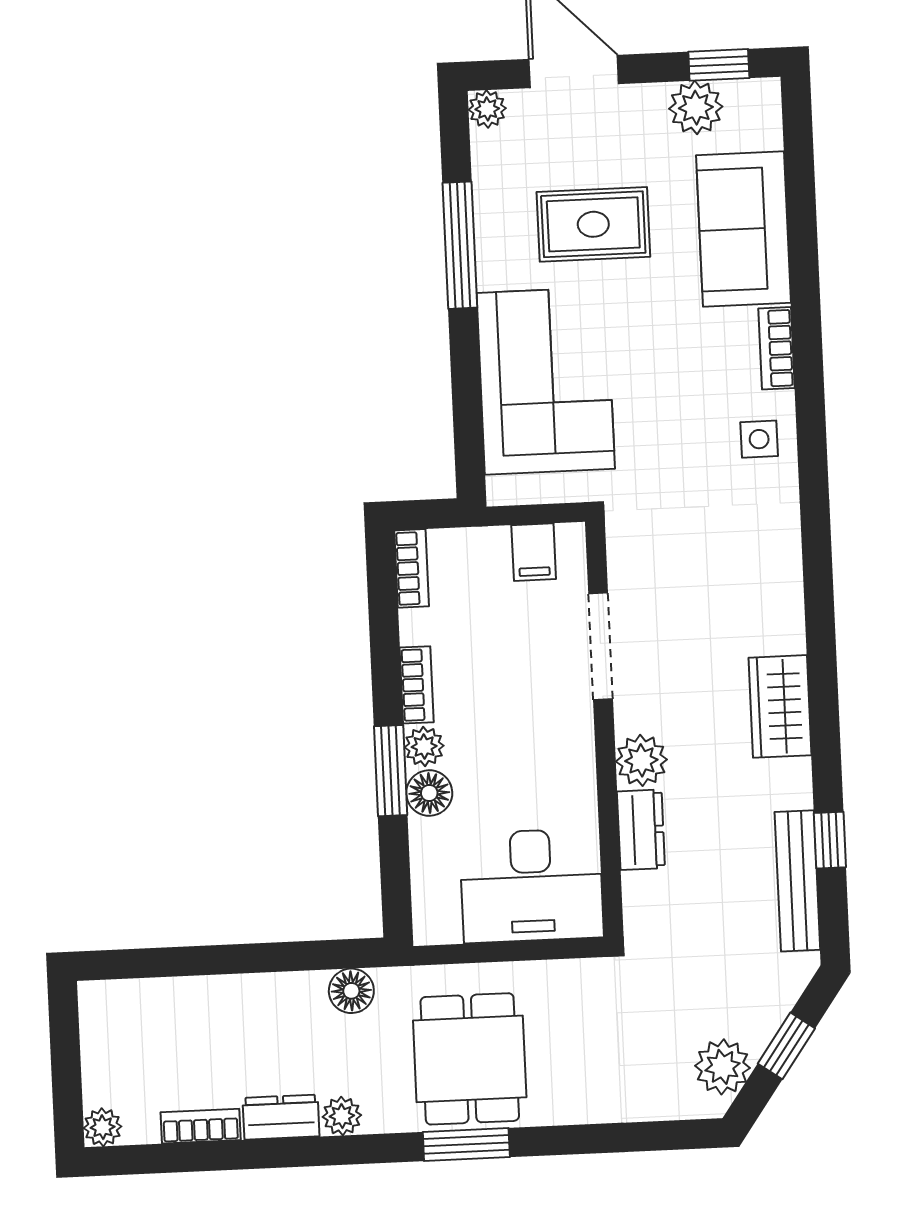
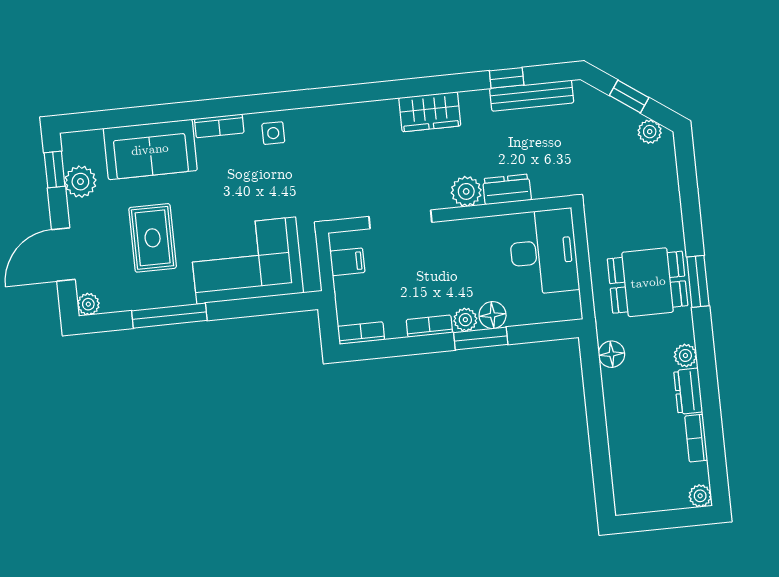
plant: (723, 1067) -> (650, 132), width x0.73, depth x0.73

